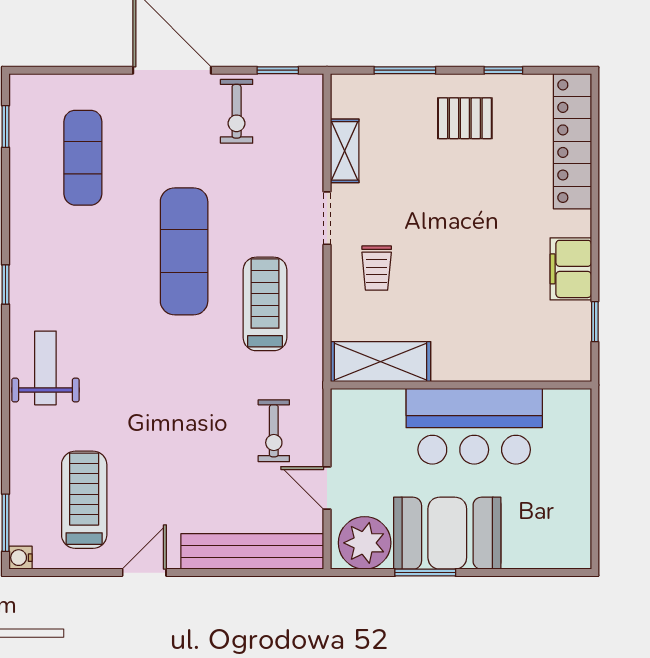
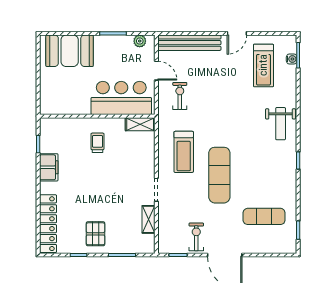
pallet: (465, 118) -> (96, 234), turned 90
exercise mat: (83, 158) -> (264, 216), turned 90
trolley: (377, 268) -> (97, 143), moved
shelving: (381, 362) -> (140, 124), width x0.67, depth x0.75
bar counter: (474, 426) -> (121, 98), moved
booth: (447, 533) -> (70, 51), moved
plant: (365, 543) -> (140, 41), width x0.53, depth x0.53
water cooler: (20, 558) -> (292, 59), moved

